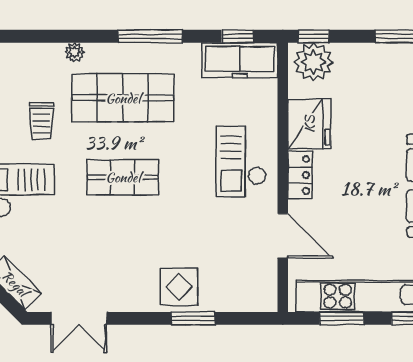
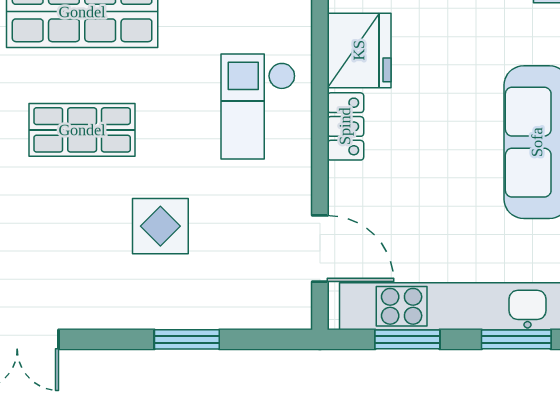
door: (283, 236) -> (320, 249), moved
display table: (179, 287) -> (160, 226), moved

